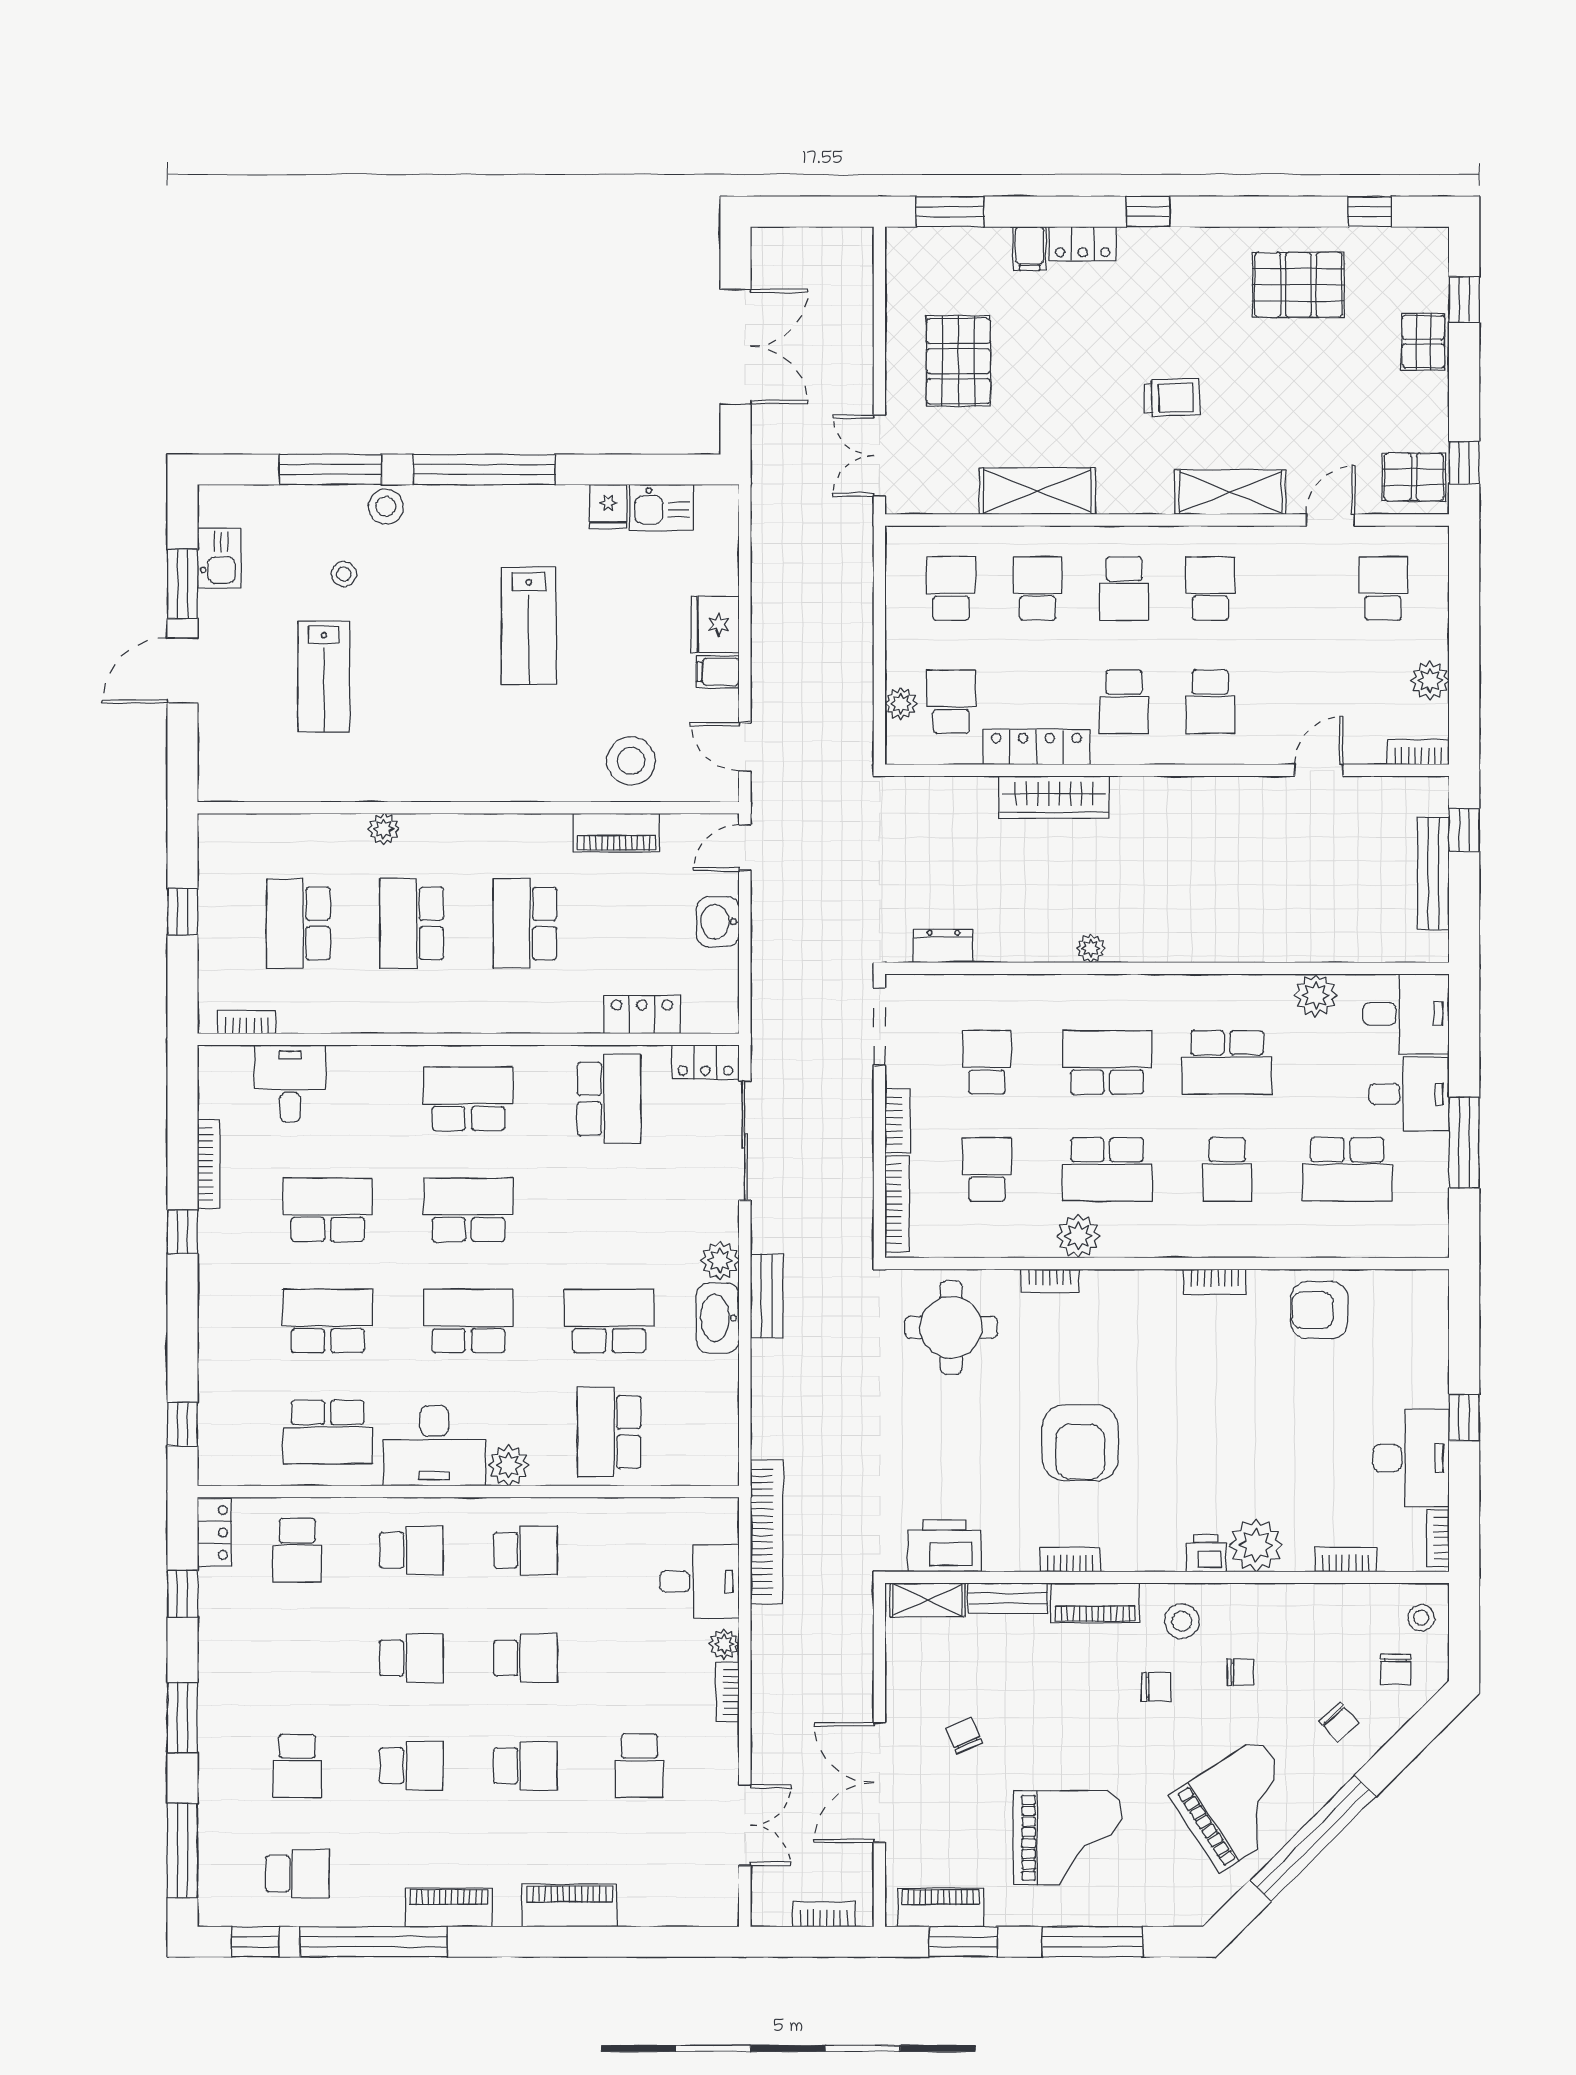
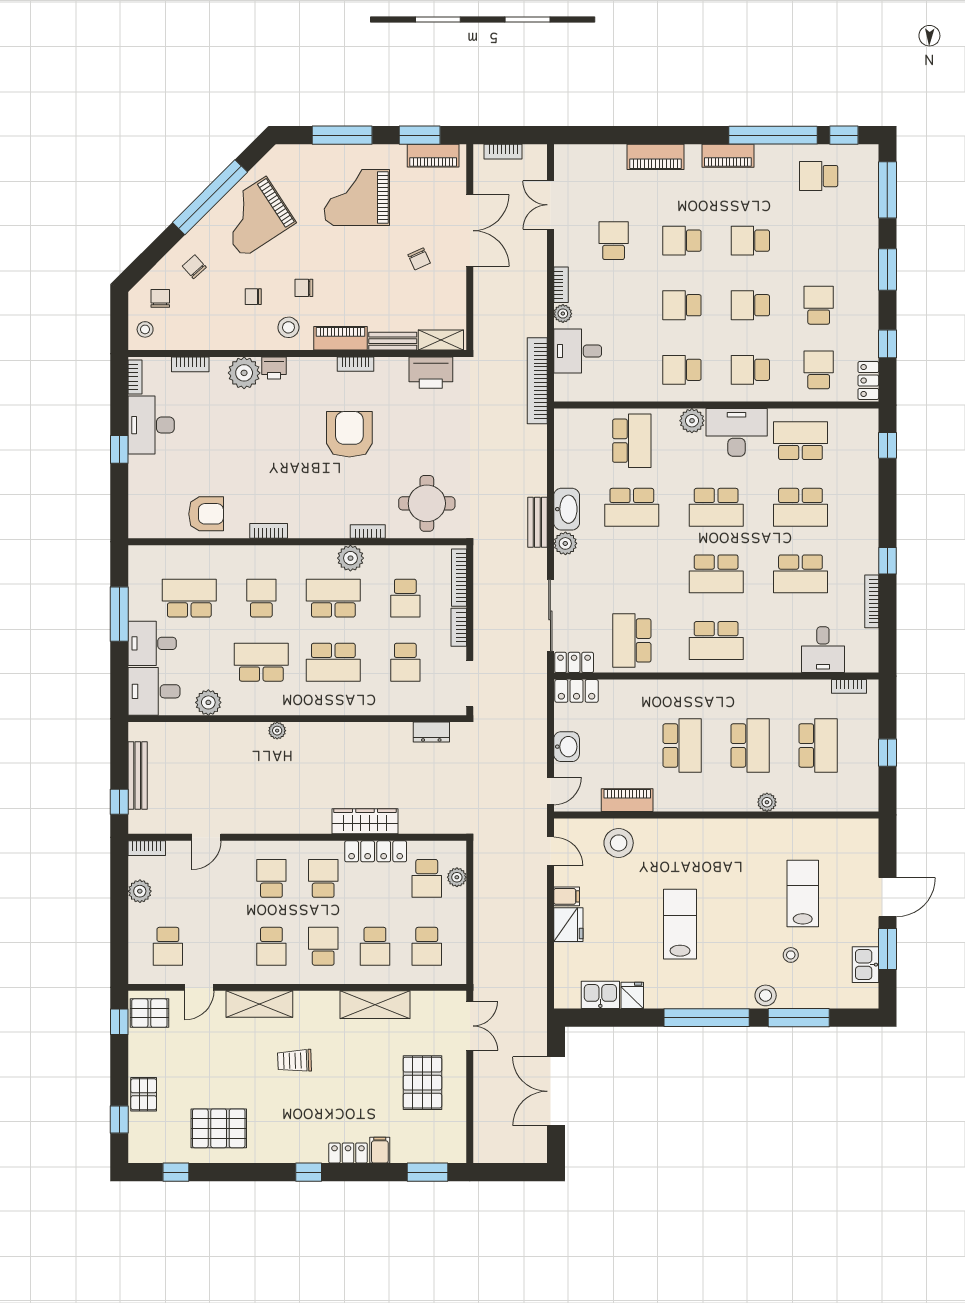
plant: (1091, 948) -> (277, 731), moved
locker: (642, 1015) -> (577, 691), moved
school desk: (297, 1766) -> (819, 305), moved

